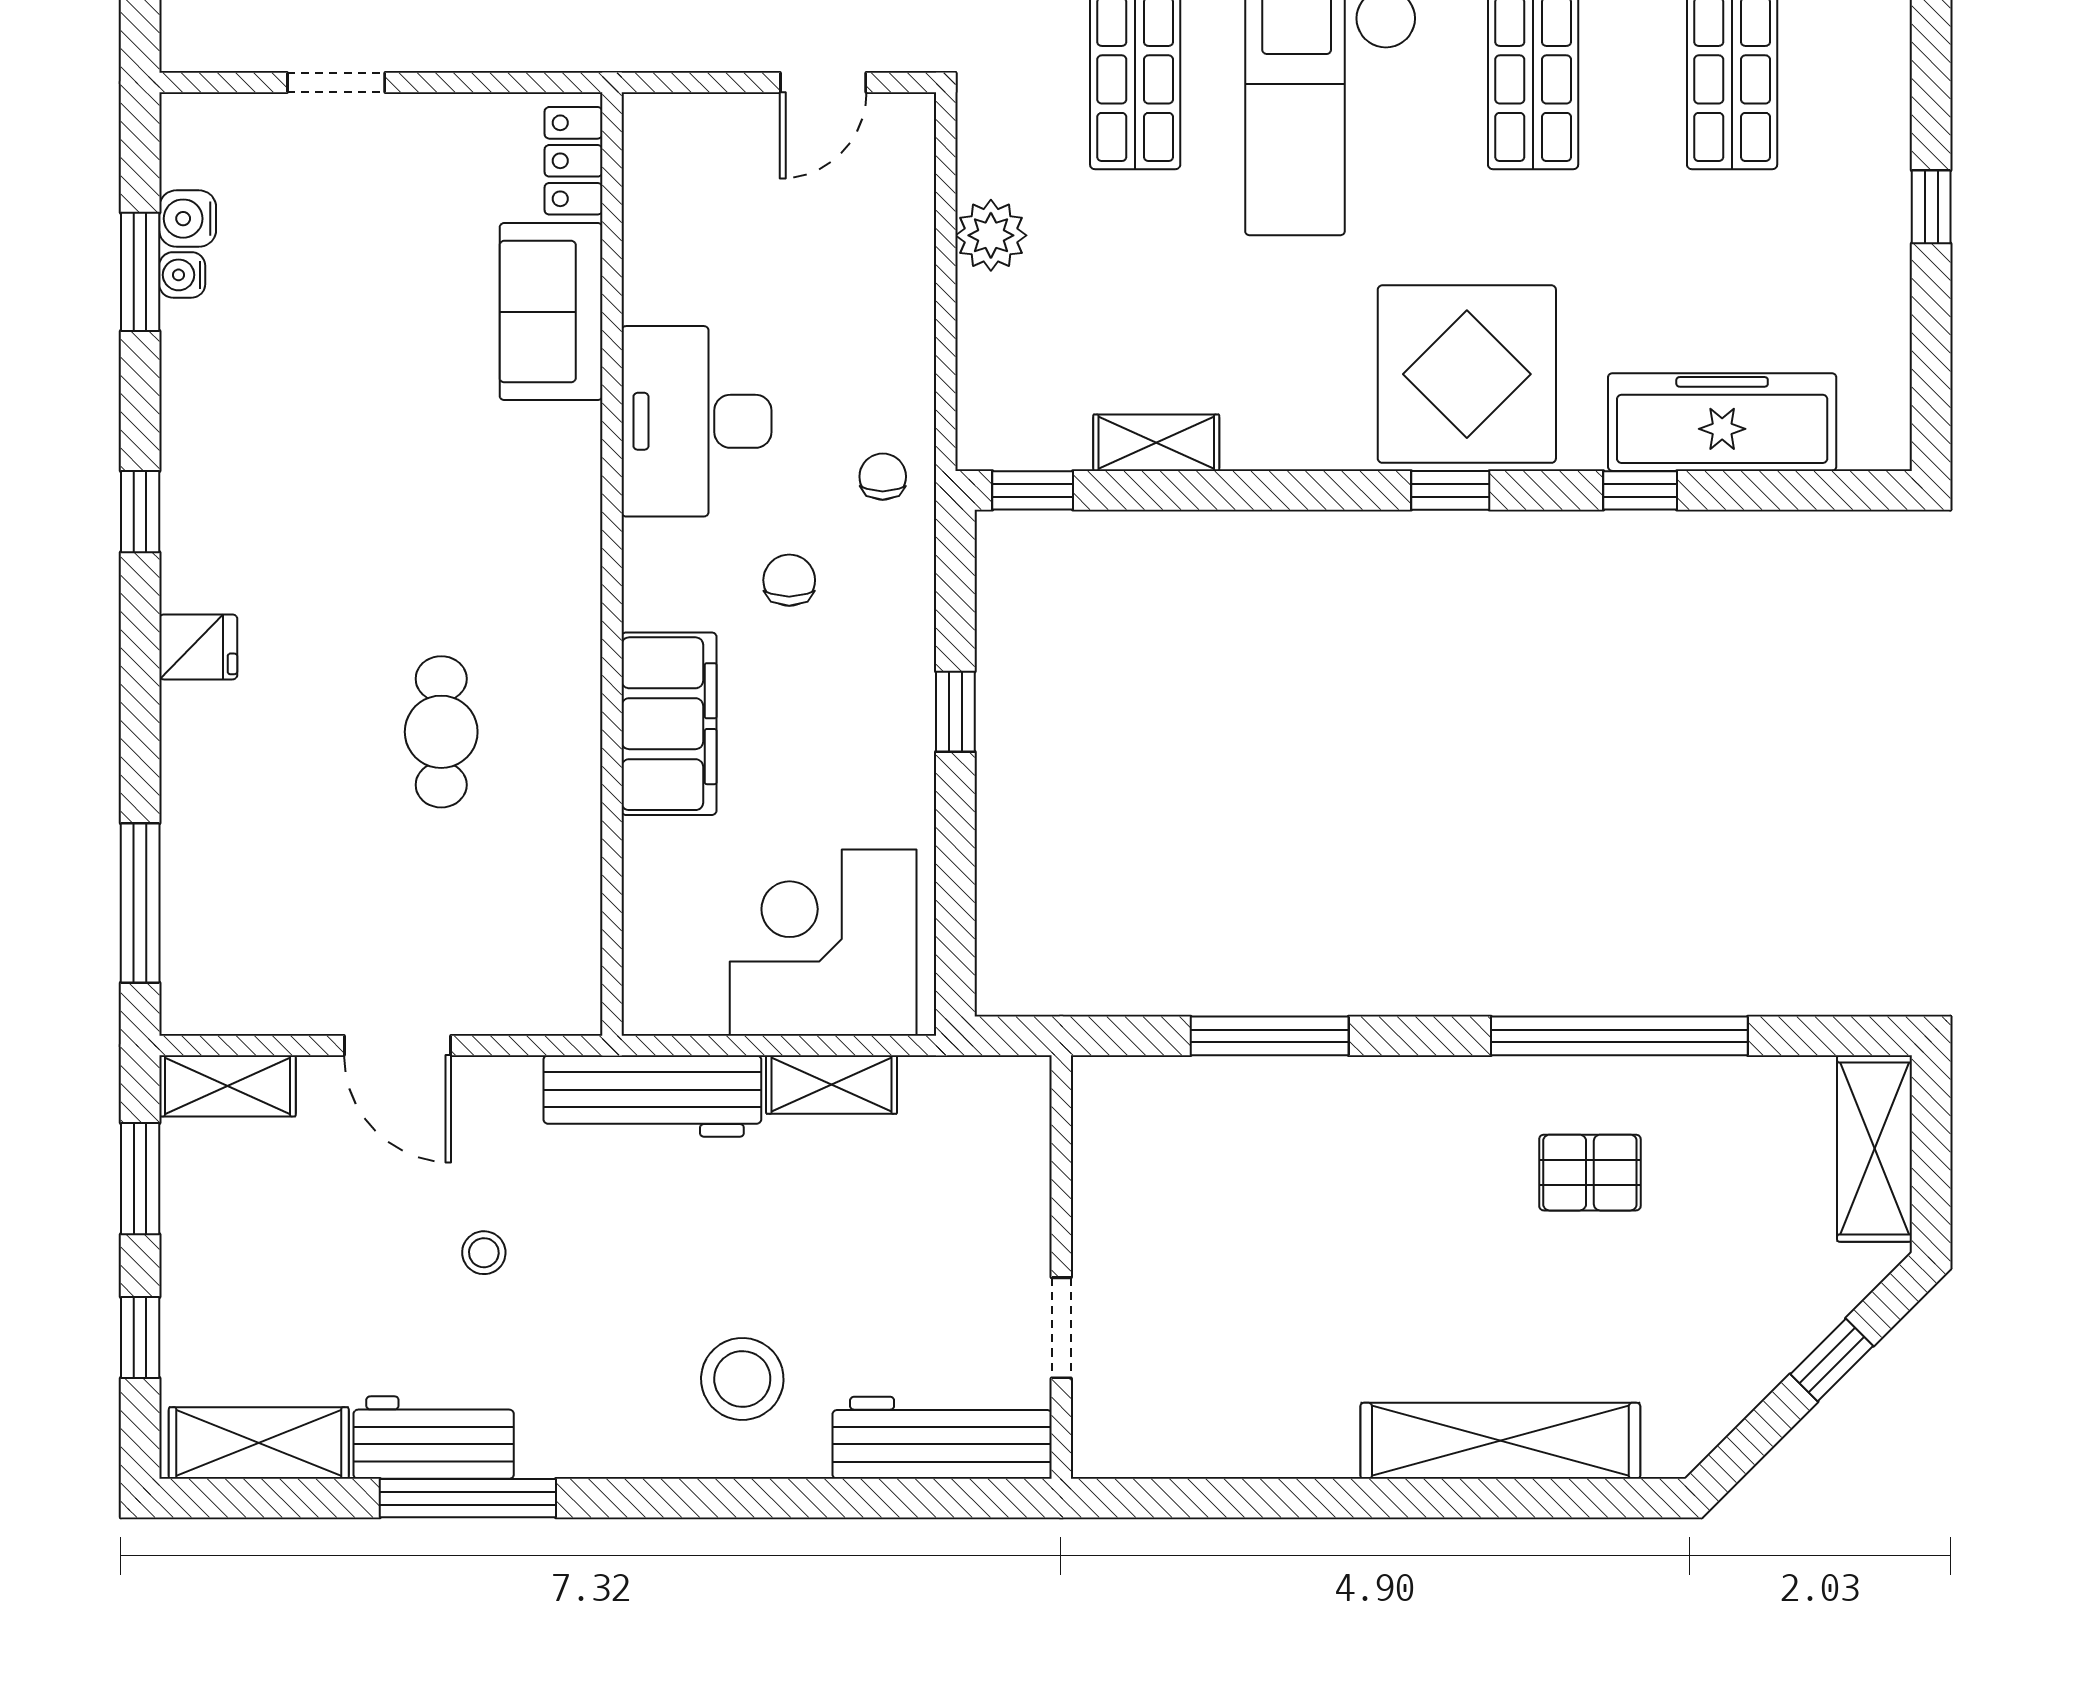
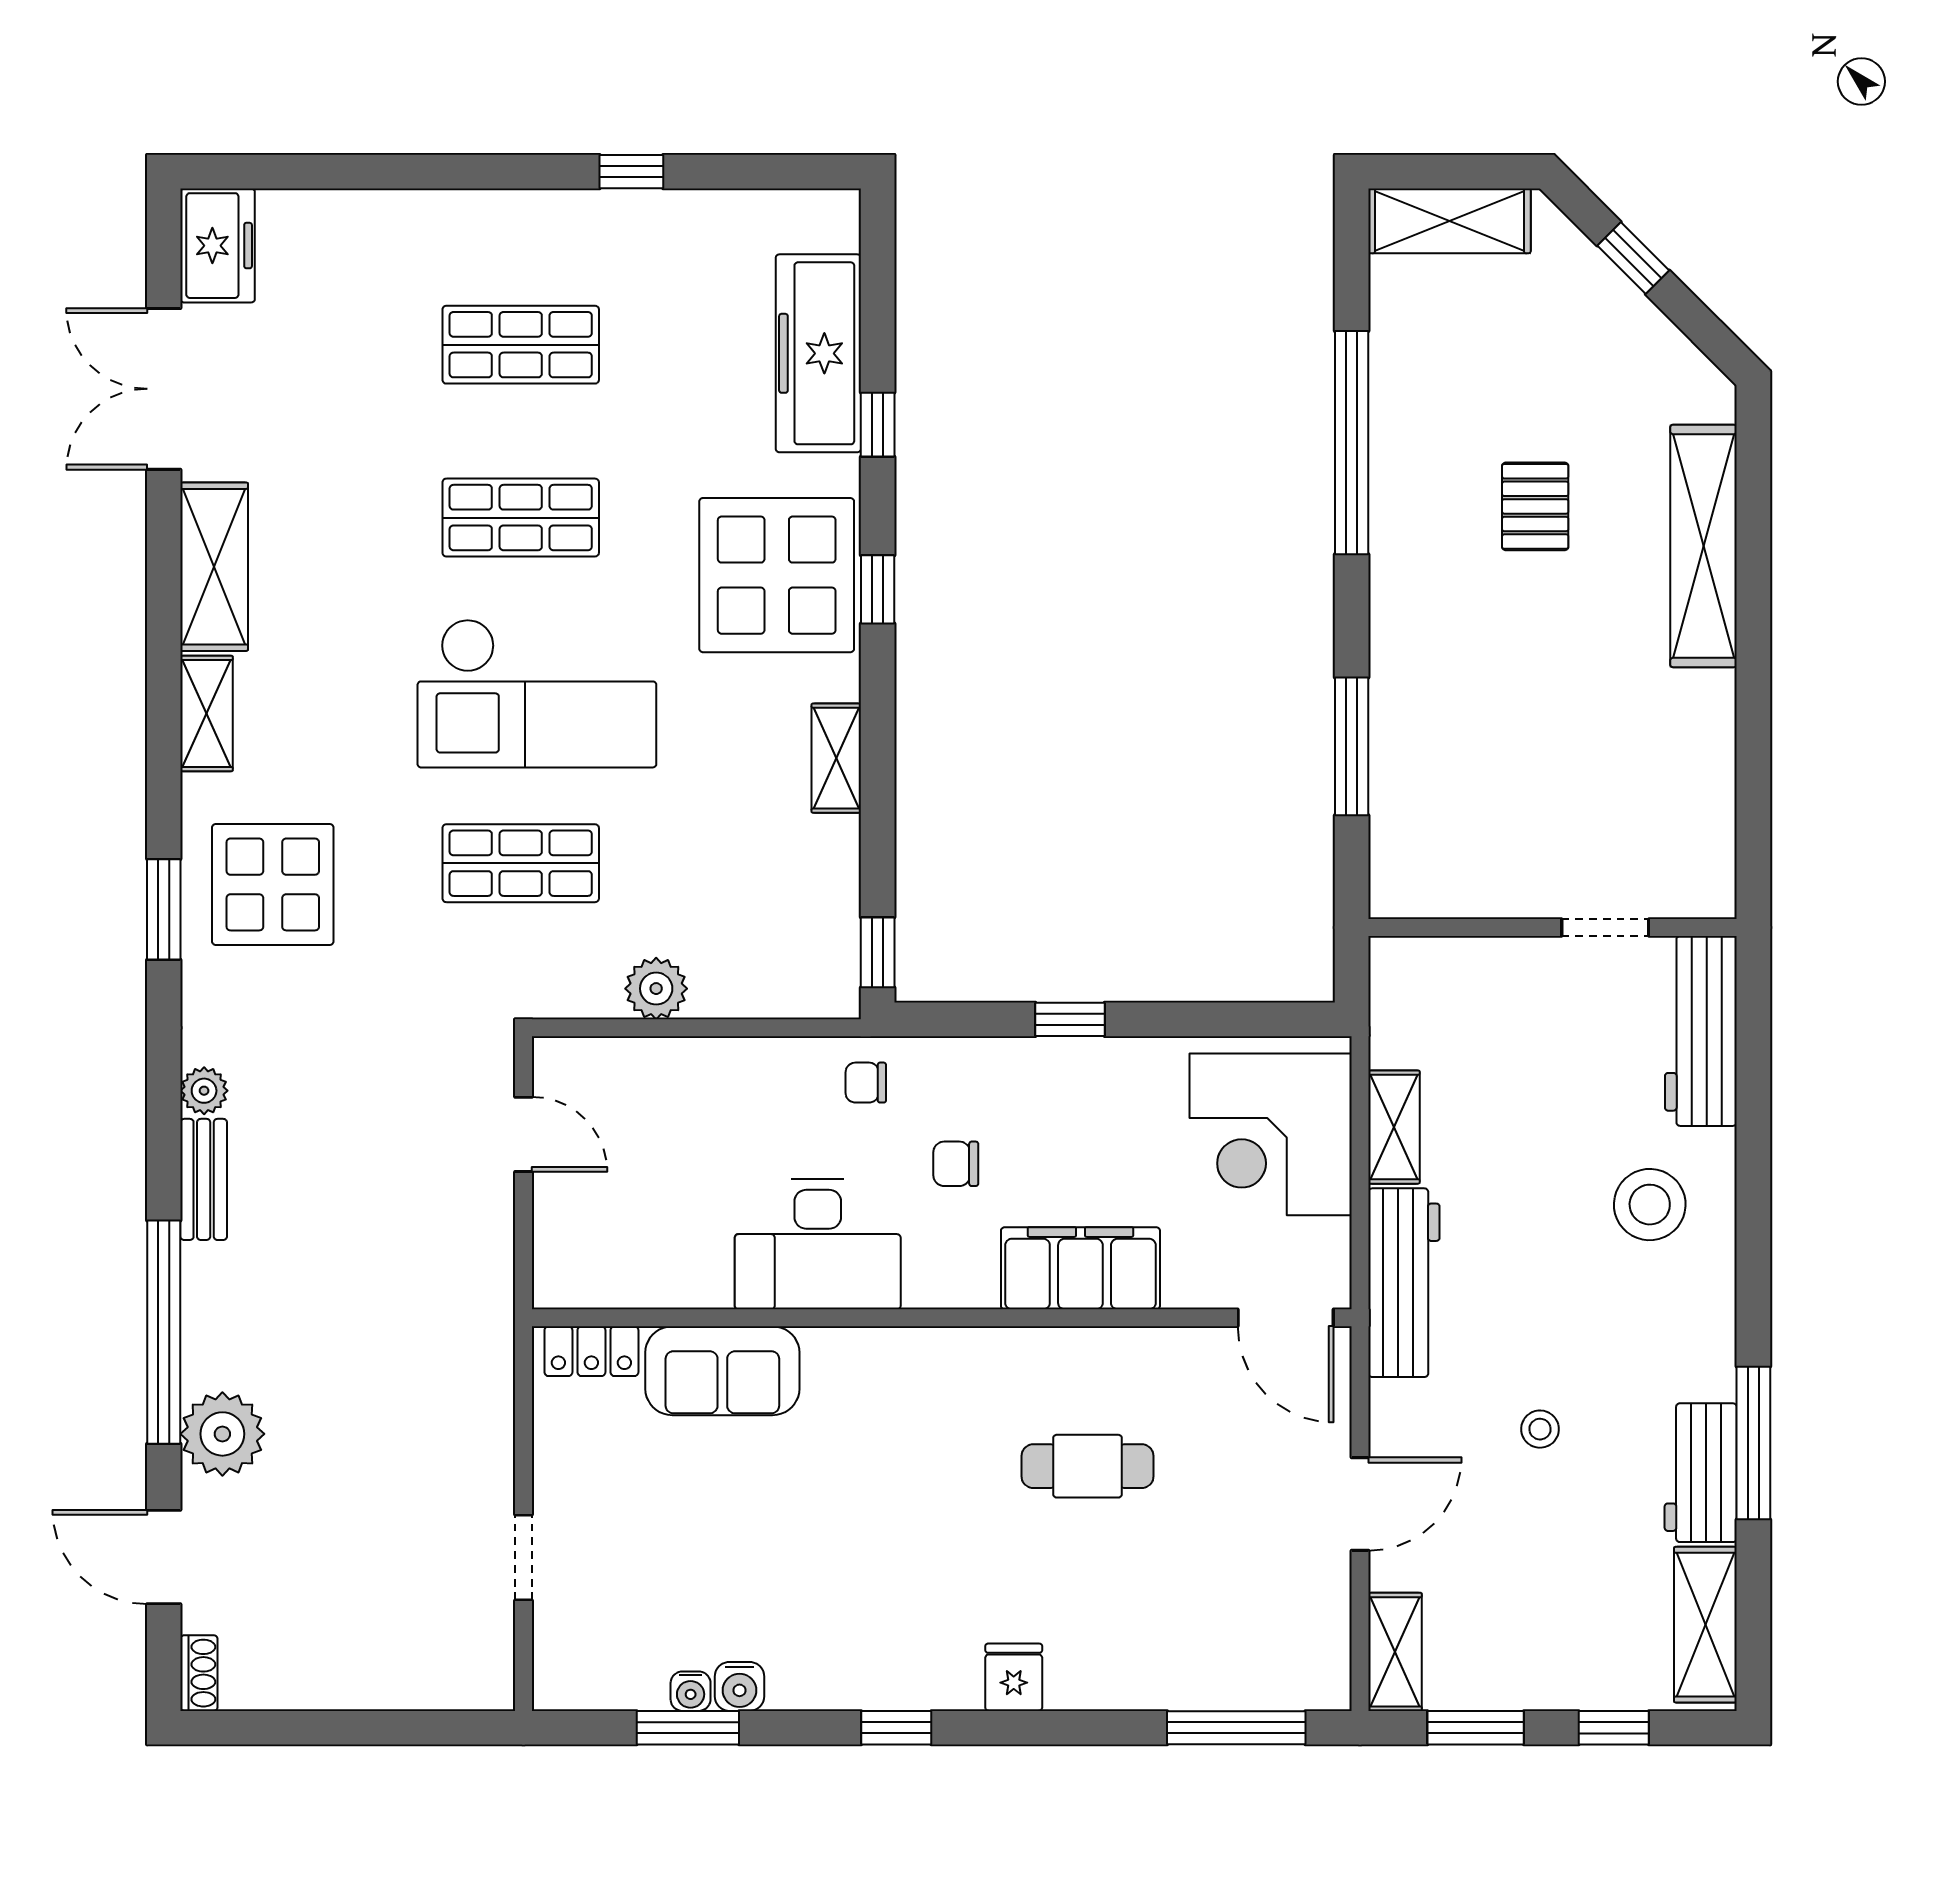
water cooler: (188, 219) -> (740, 1686), moved
shelving: (1156, 443) -> (836, 758), moved
door: (612, 960) -> (1286, 1318), added
pallet: (1590, 1173) -> (1535, 506), moved

